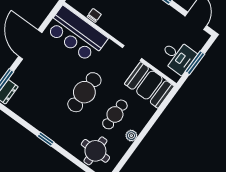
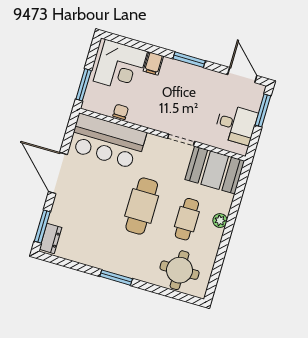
window: (195, 63) -> (263, 110), moved
plant: (131, 136) -> (220, 221), moved
window: (46, 139) -> (116, 278), width x1.50

